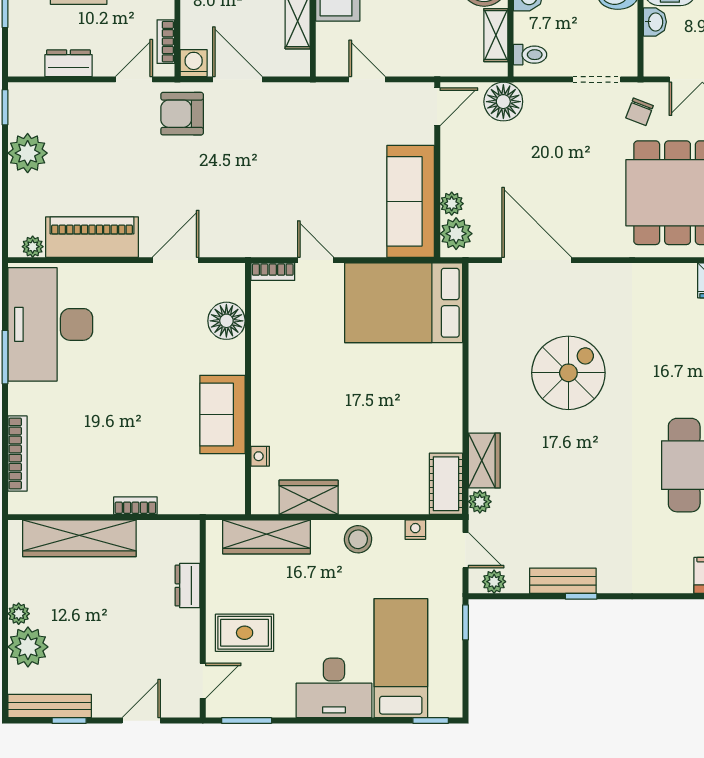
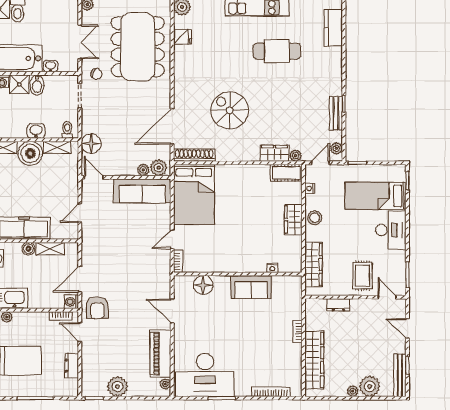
shoe rack: (481, 303) -> (194, 155), added
wardrobe: (309, 497) -> (293, 220), moved

